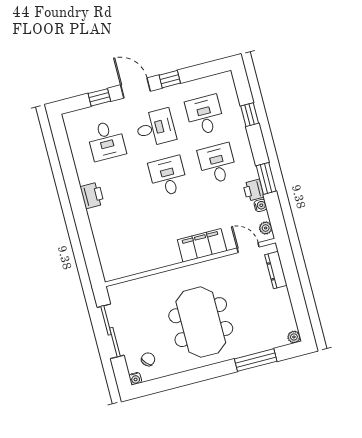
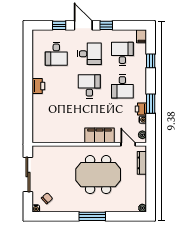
filing cabinet: (226, 82) -> (142, 36), added
desk: (217, 164) -> (122, 86), turned 180
meeting table: (201, 322) -> (98, 175), moved, turned 90
window: (256, 360) -> (92, 216), moved

